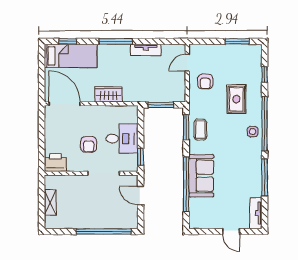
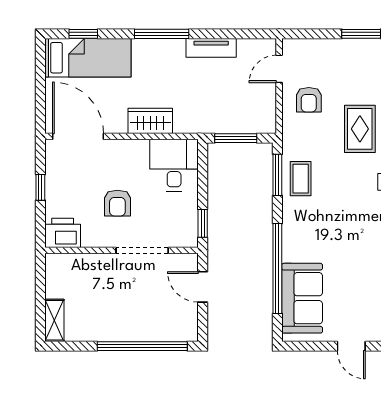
window: (42, 135) -> (40, 187), added
desk: (122, 139) -> (174, 165), moved, turned -90
sofa: (201, 176) -> (302, 298), moved
shelving: (50, 202) -> (54, 320), moved

